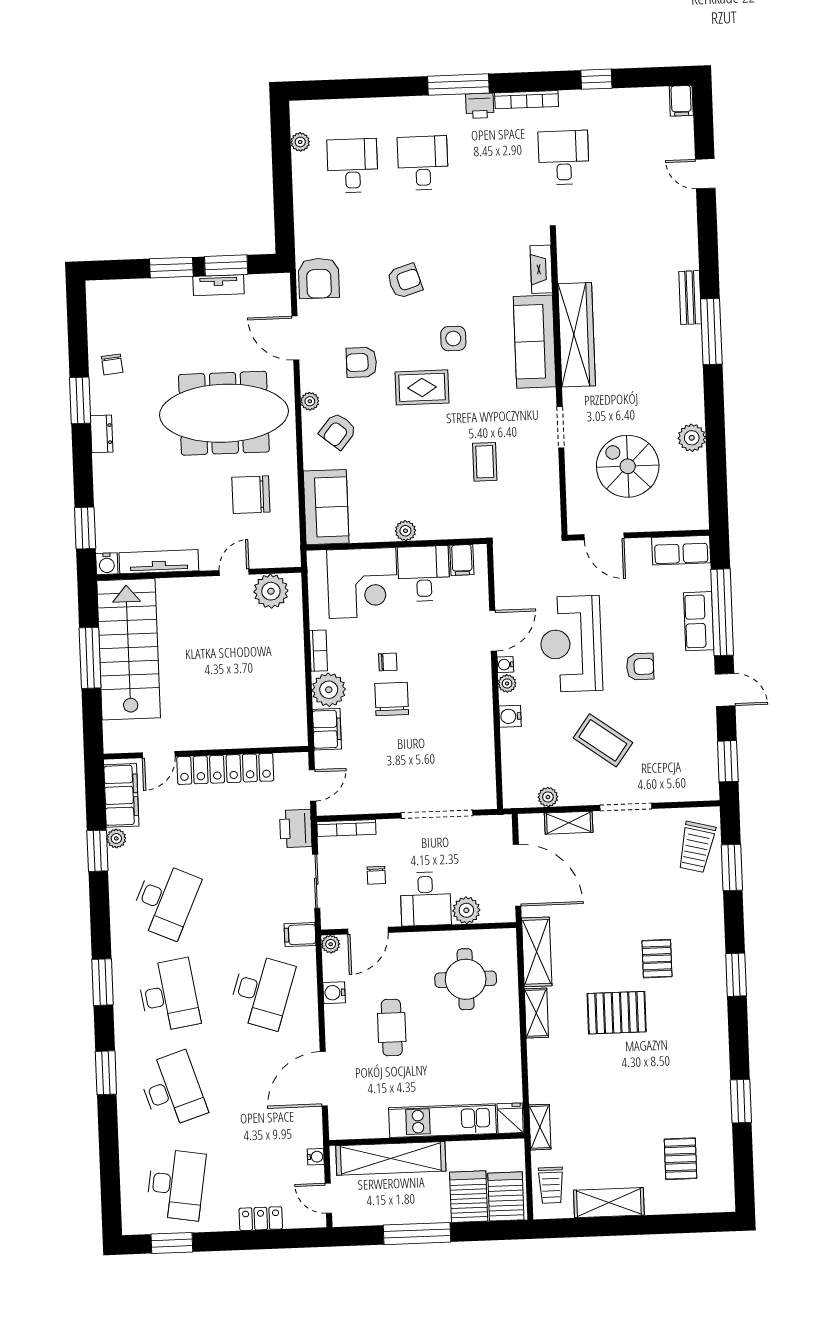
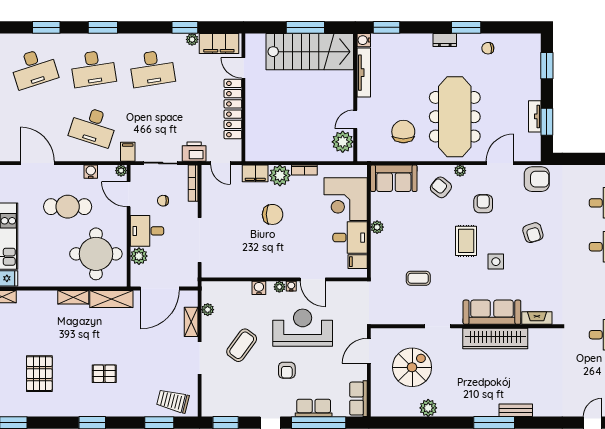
window: (171, 268) -> (547, 66), moved
armchair: (319, 278) -> (537, 179), turned 180
door: (234, 572) -> (355, 119), swing flipped
chair: (388, 662) -> (296, 213), removed
desk: (165, 901) -> (152, 68), turned -33
round table: (466, 979) -> (96, 254), width x1.36, depth x1.36
pallet: (617, 1013) -> (39, 374), moved
cafe table: (392, 1028) -> (68, 207), width x1.37, depth x1.35

